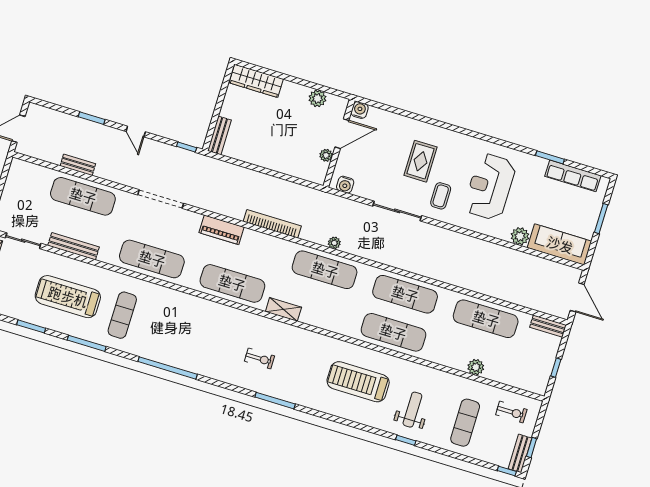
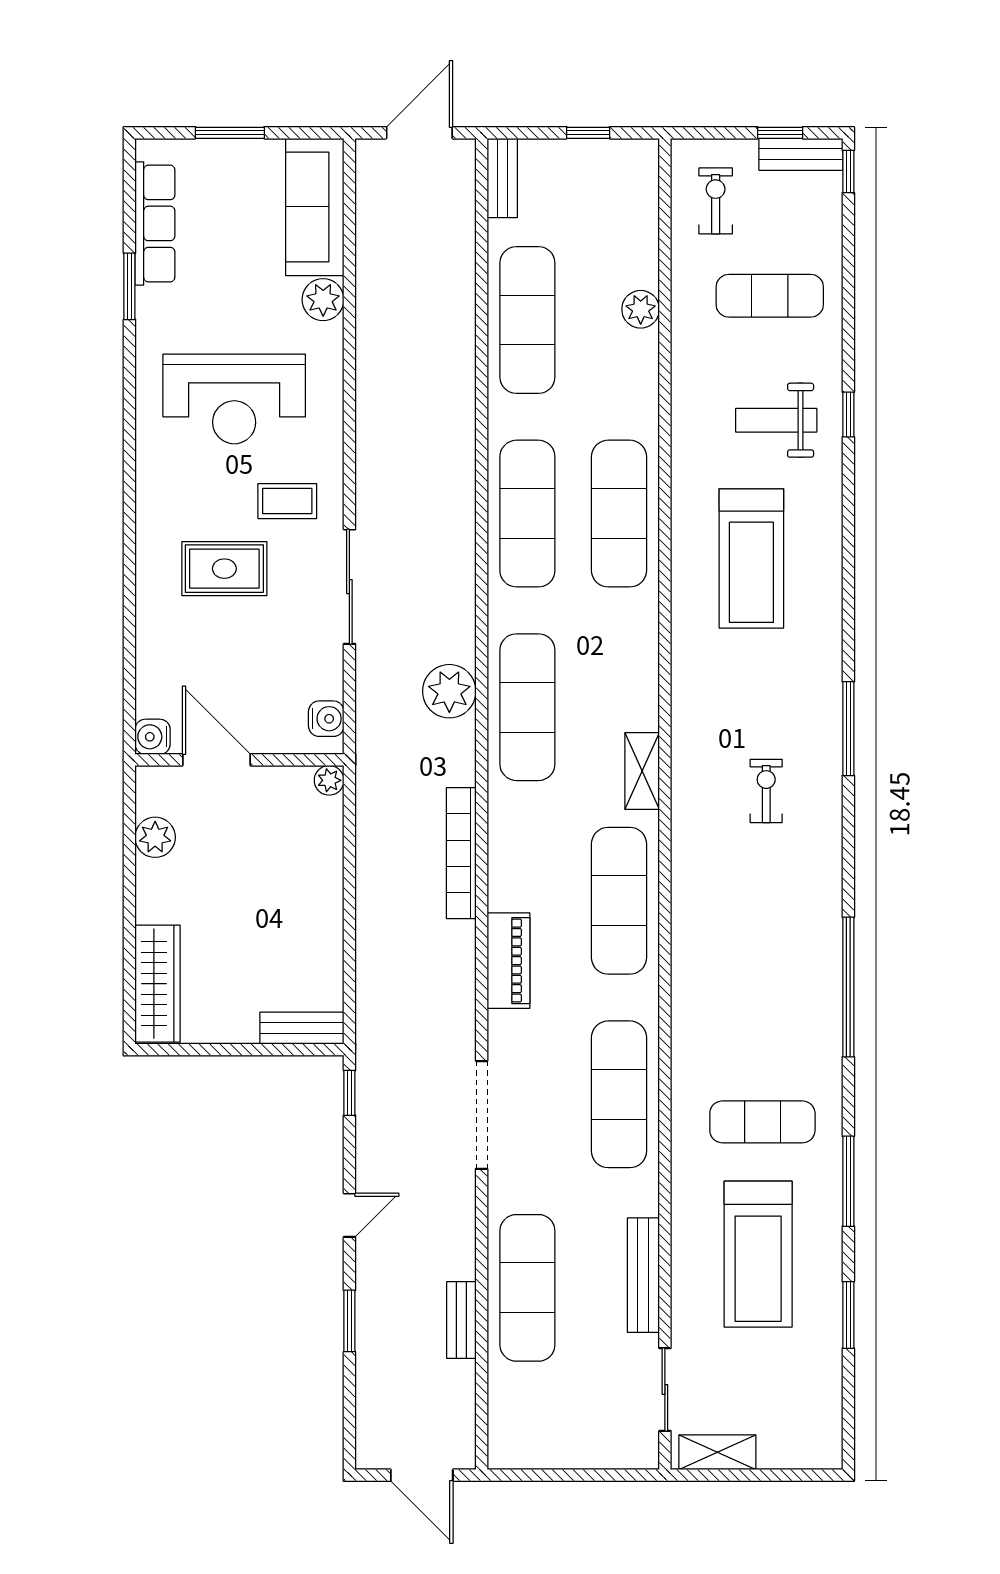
plant: (326, 155) -> (329, 780), moved
plant: (334, 243) -> (449, 691), width x1.88, depth x1.88

